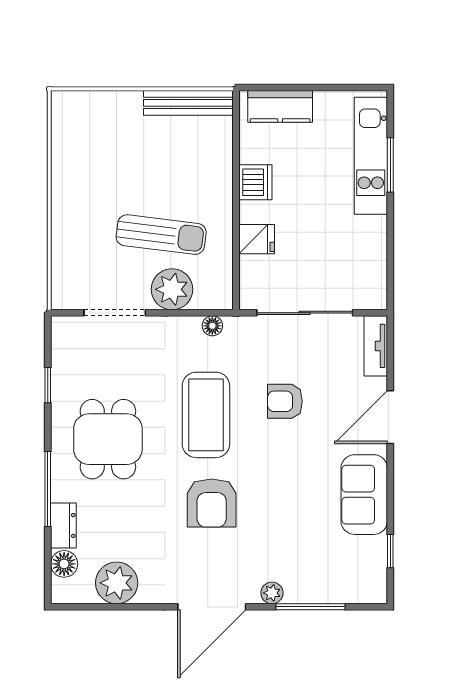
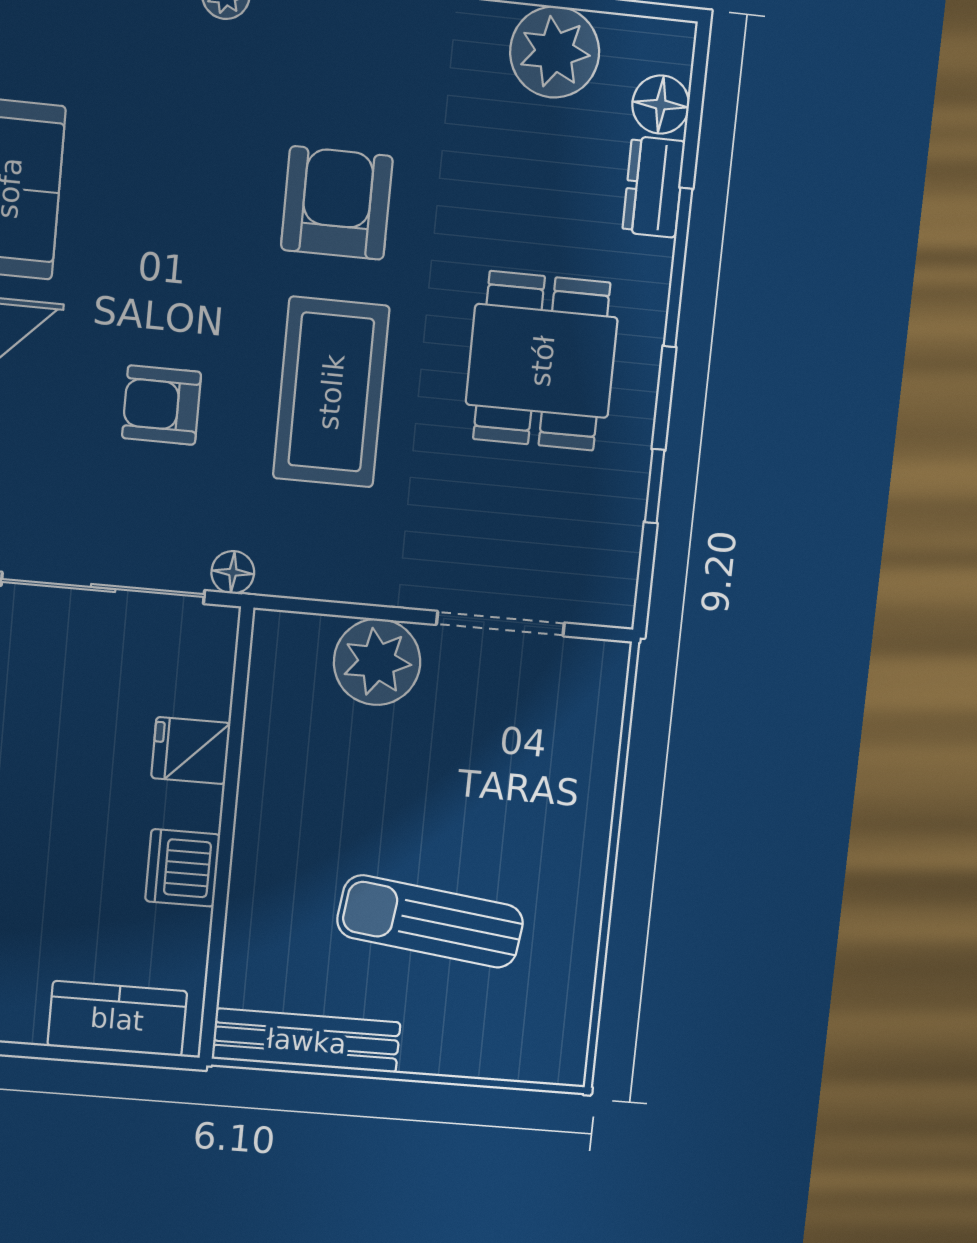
sun lounger: (161, 235) -> (430, 921), moved
floor lamp: (212, 326) -> (233, 572), moved
armchair: (285, 401) -> (162, 405), turned 180

